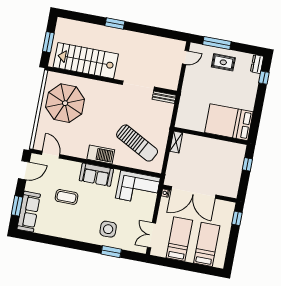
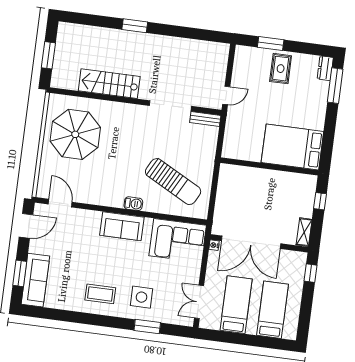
window: (217, 43) -> (271, 44), width x0.69
door: (185, 57) -> (226, 95), moved
stairs: (86, 61) -> (109, 84), width x0.73, depth x0.66
rug: (223, 62) -> (281, 69), turned 90
window: (264, 78) -> (335, 86), width x2.17
shelving: (176, 142) -> (304, 232), moved
barbecue: (101, 154) -> (133, 204), width x0.53, depth x0.65
coffee table: (67, 197) -> (100, 294), moved

